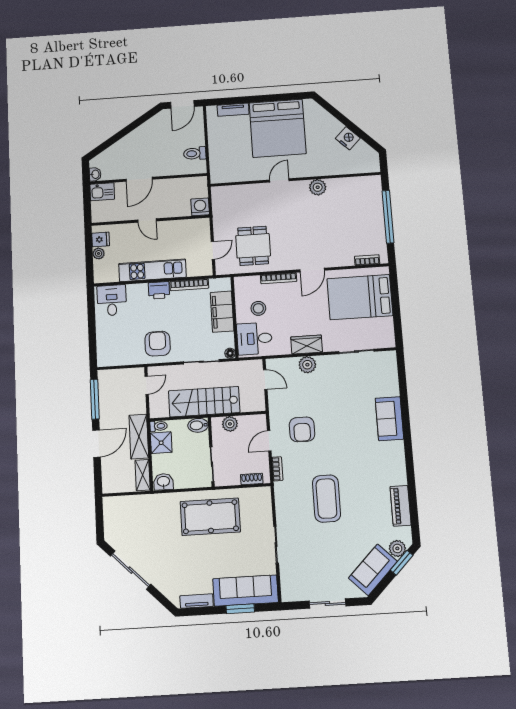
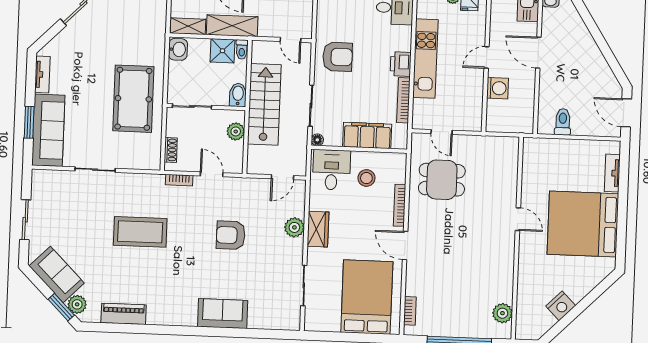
plant: (318, 187) -> (502, 313), moved
washing machine: (200, 207) -> (498, 88), moved
armchair: (302, 429) -> (231, 235), moved

